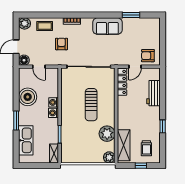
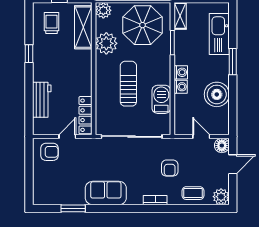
barbecue: (67, 93) -> (161, 99), added
parasol: (81, 147) -> (143, 25), added

